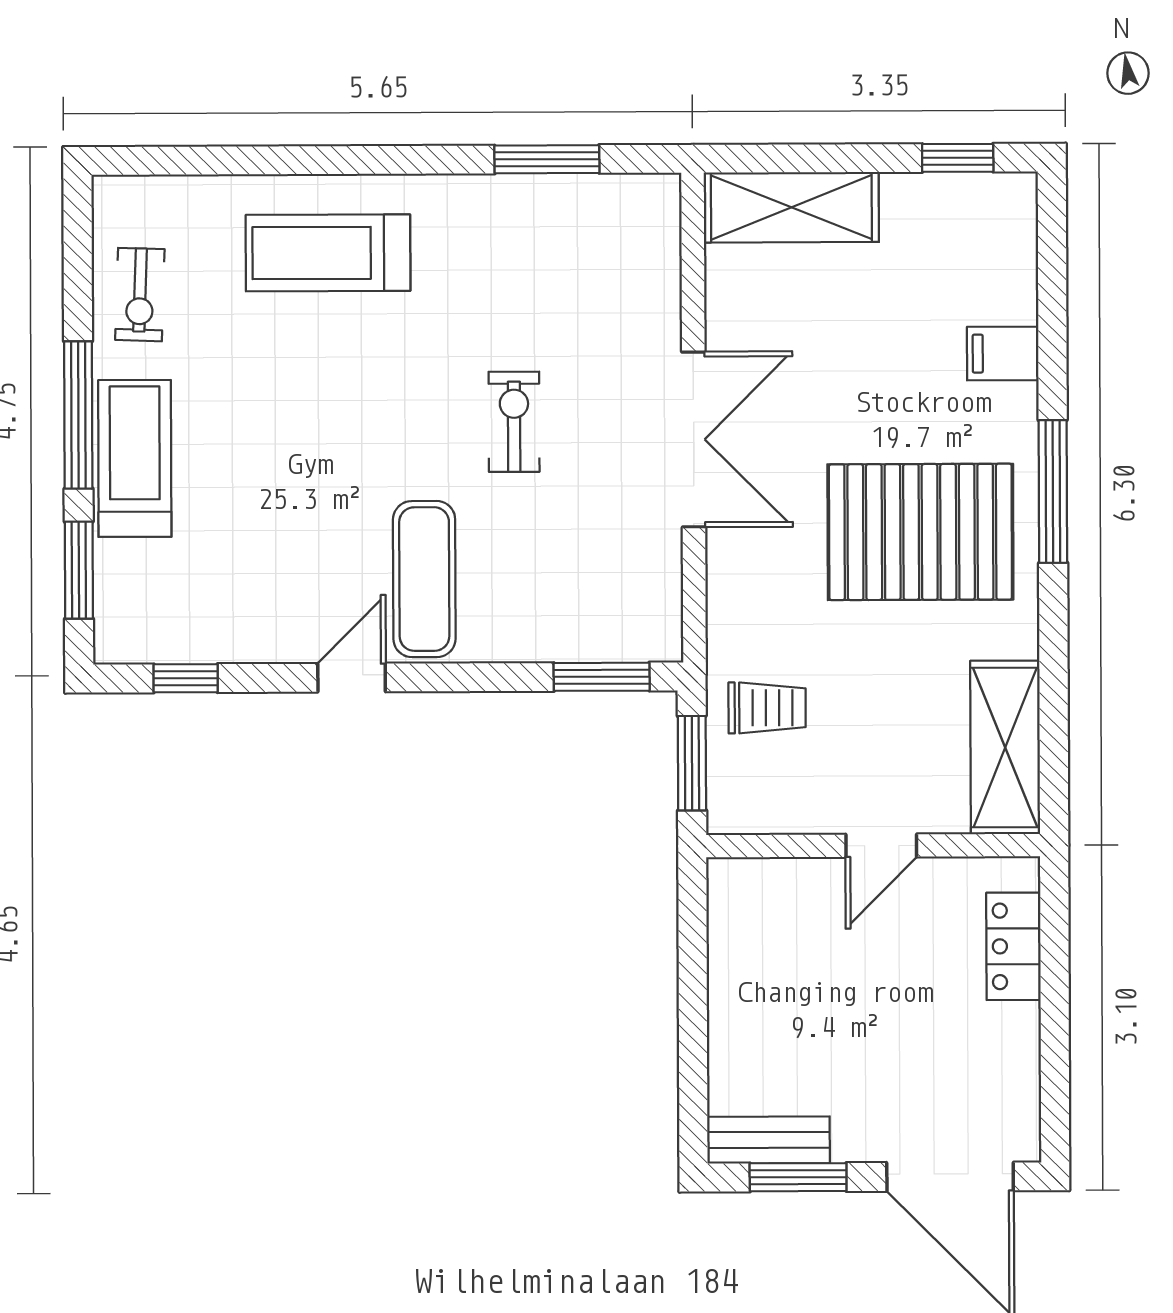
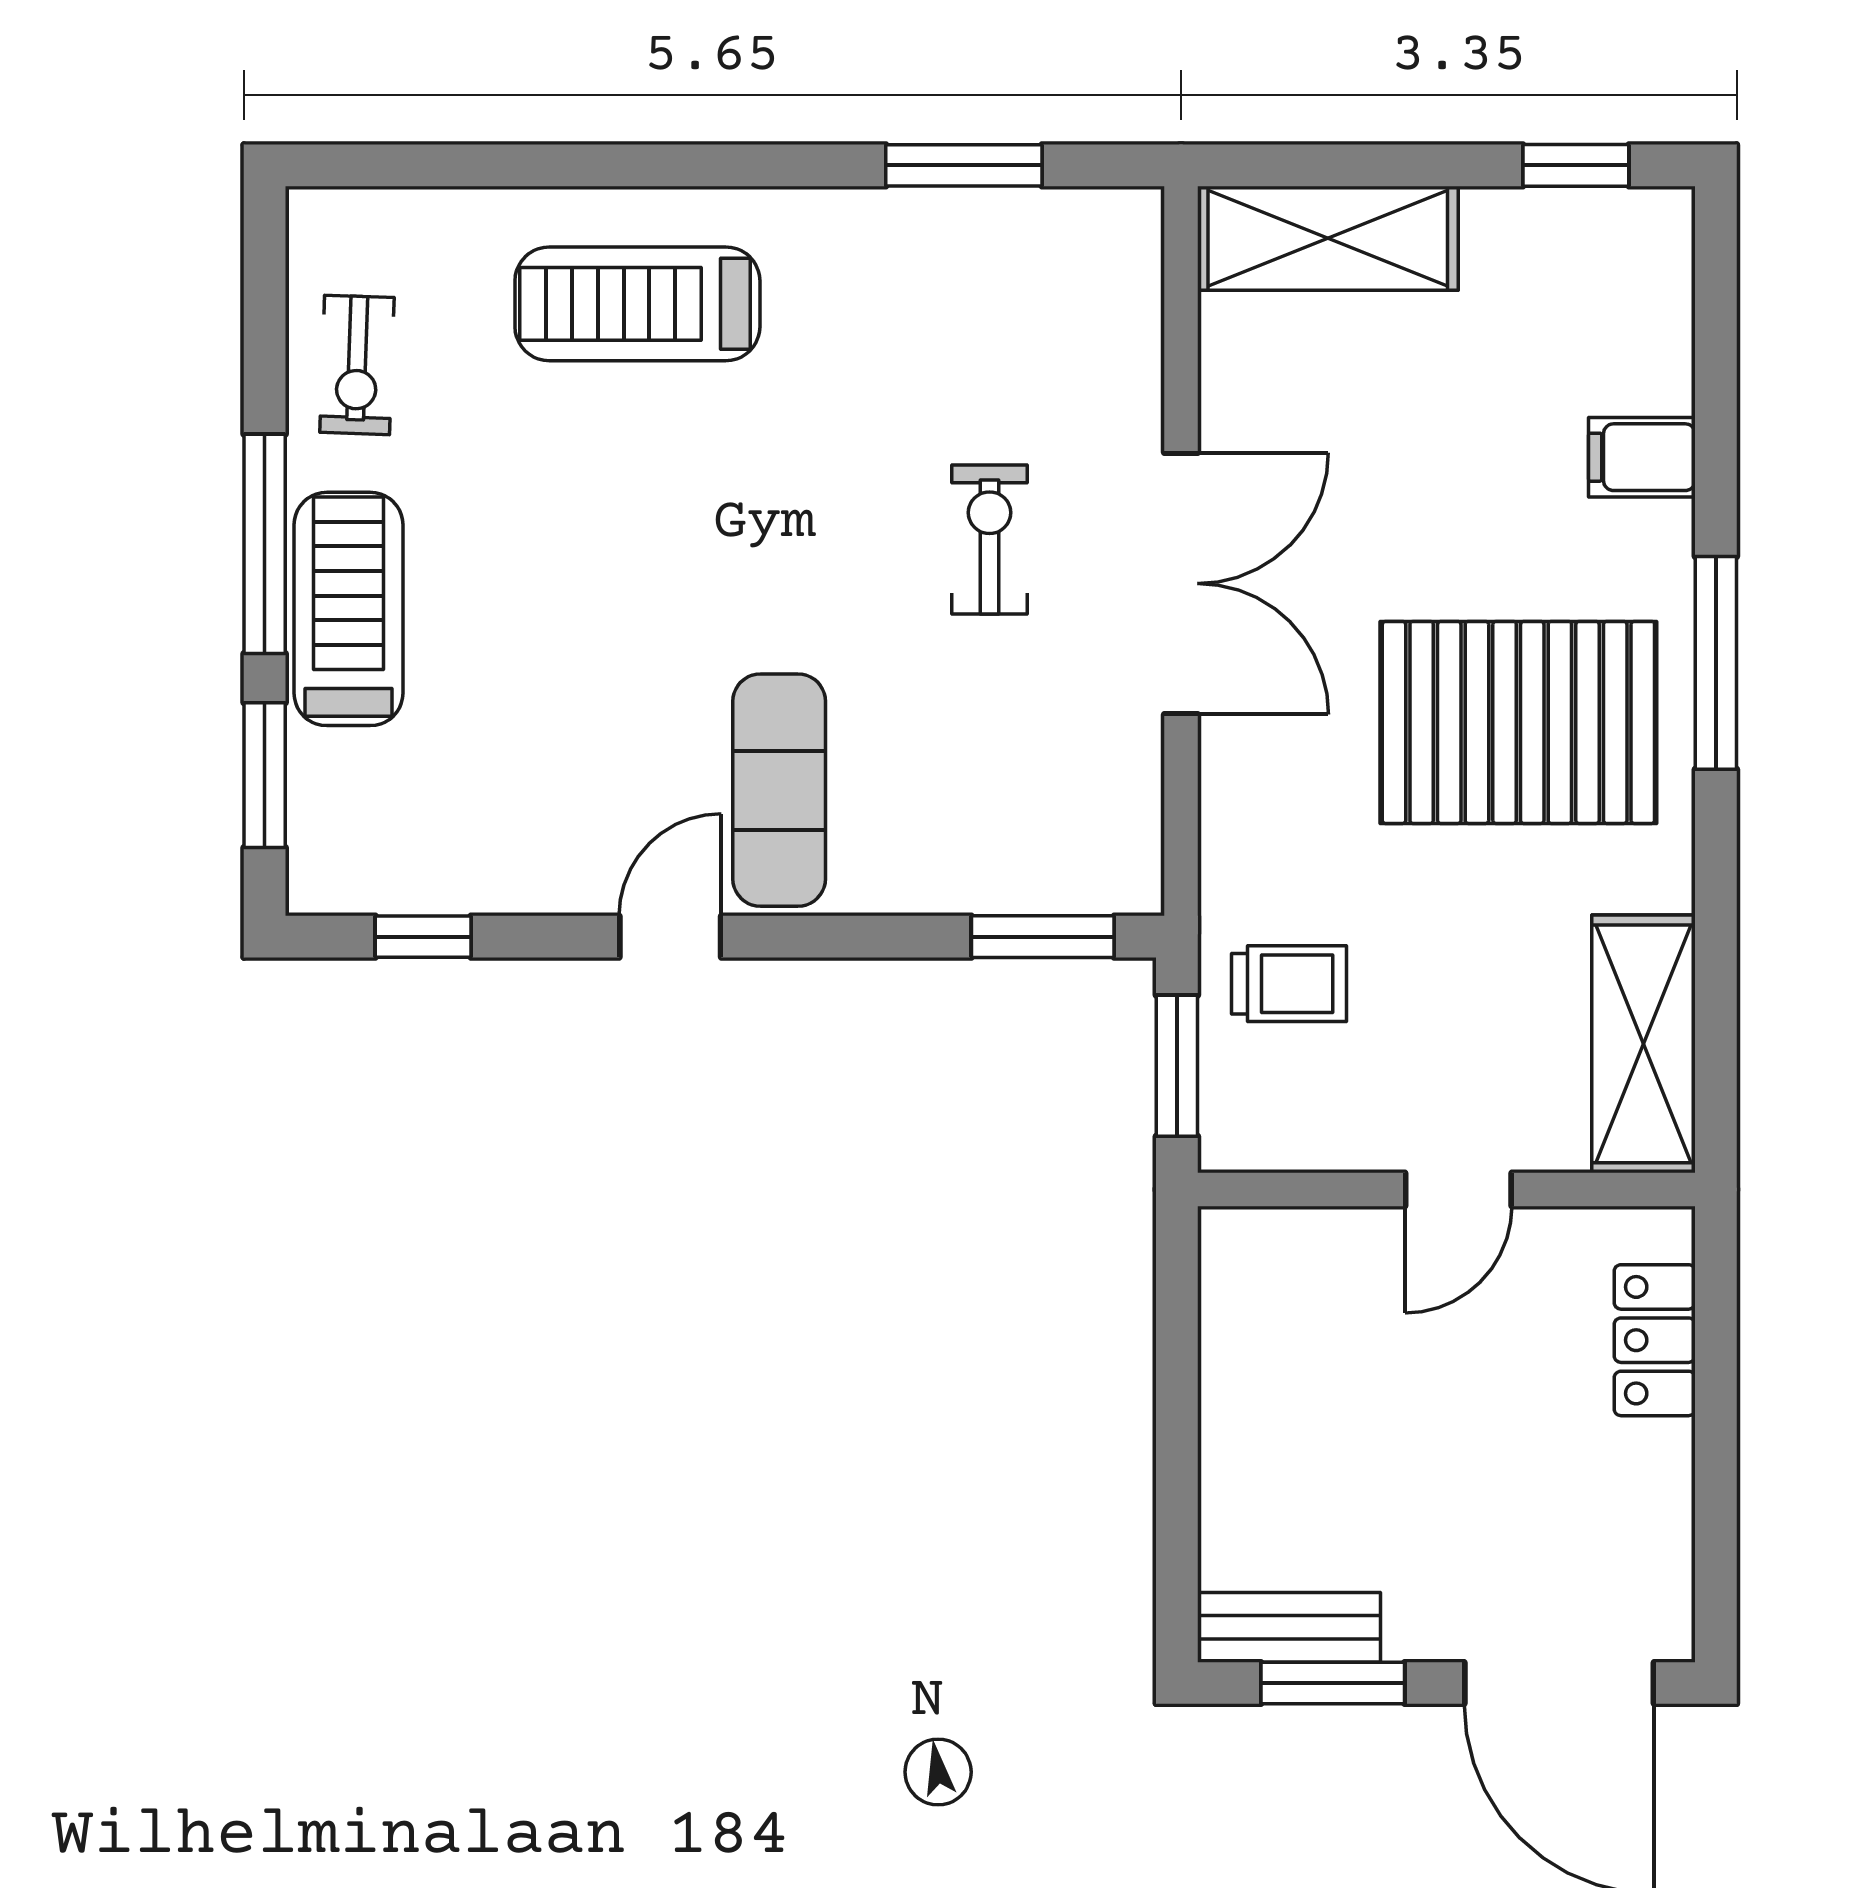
exercise bike: (514, 422) -> (990, 540), moved

